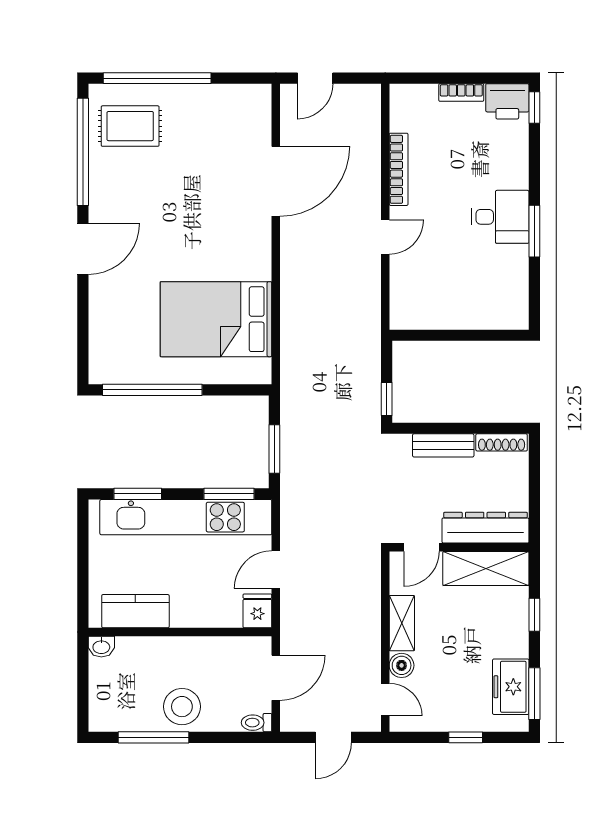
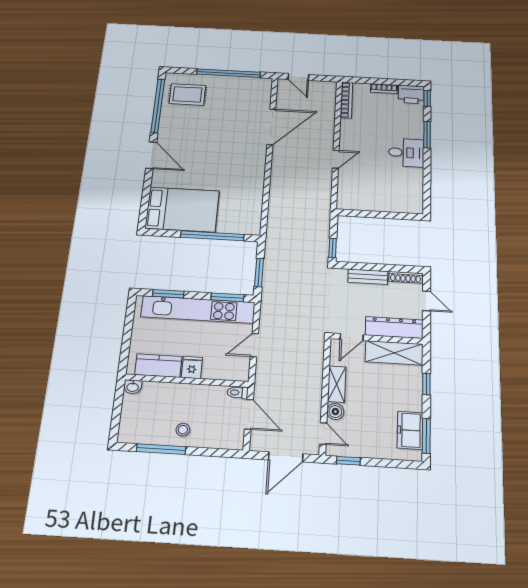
window: (157, 78) -> (229, 73), moved
door: (315, 78) -> (298, 77), hinge flipped
bookcase: (399, 169) -> (346, 100), moved
window: (534, 231) -> (427, 135), moved
door: (83, 249) -> (151, 155), hinge flipped
bed: (216, 319) -> (182, 209), moved, turned 180
window: (152, 390) -> (212, 236), moved
door: (534, 481) -> (427, 301), added
fridge: (257, 611) -> (192, 367), moved
door: (276, 678) -> (249, 414), hinge flipped
stool: (182, 707) -> (183, 430), width x0.53, depth x0.53
toilet: (257, 723) -> (238, 393), moved
door: (333, 737) -> (286, 457), width x1.38
window: (466, 737) -> (348, 461), moved

